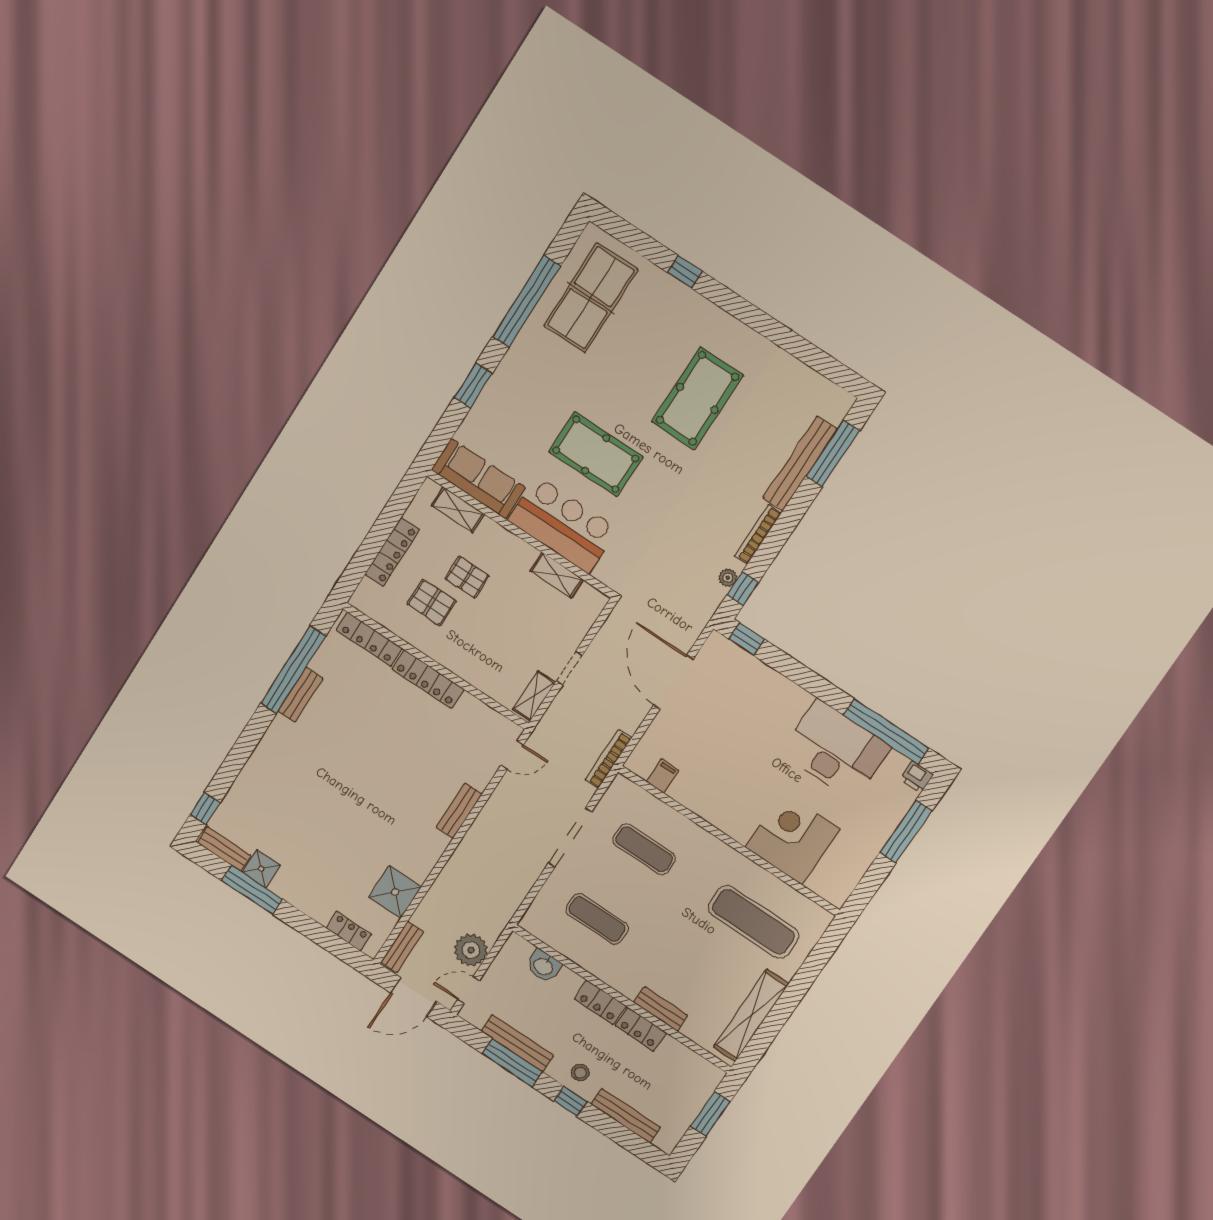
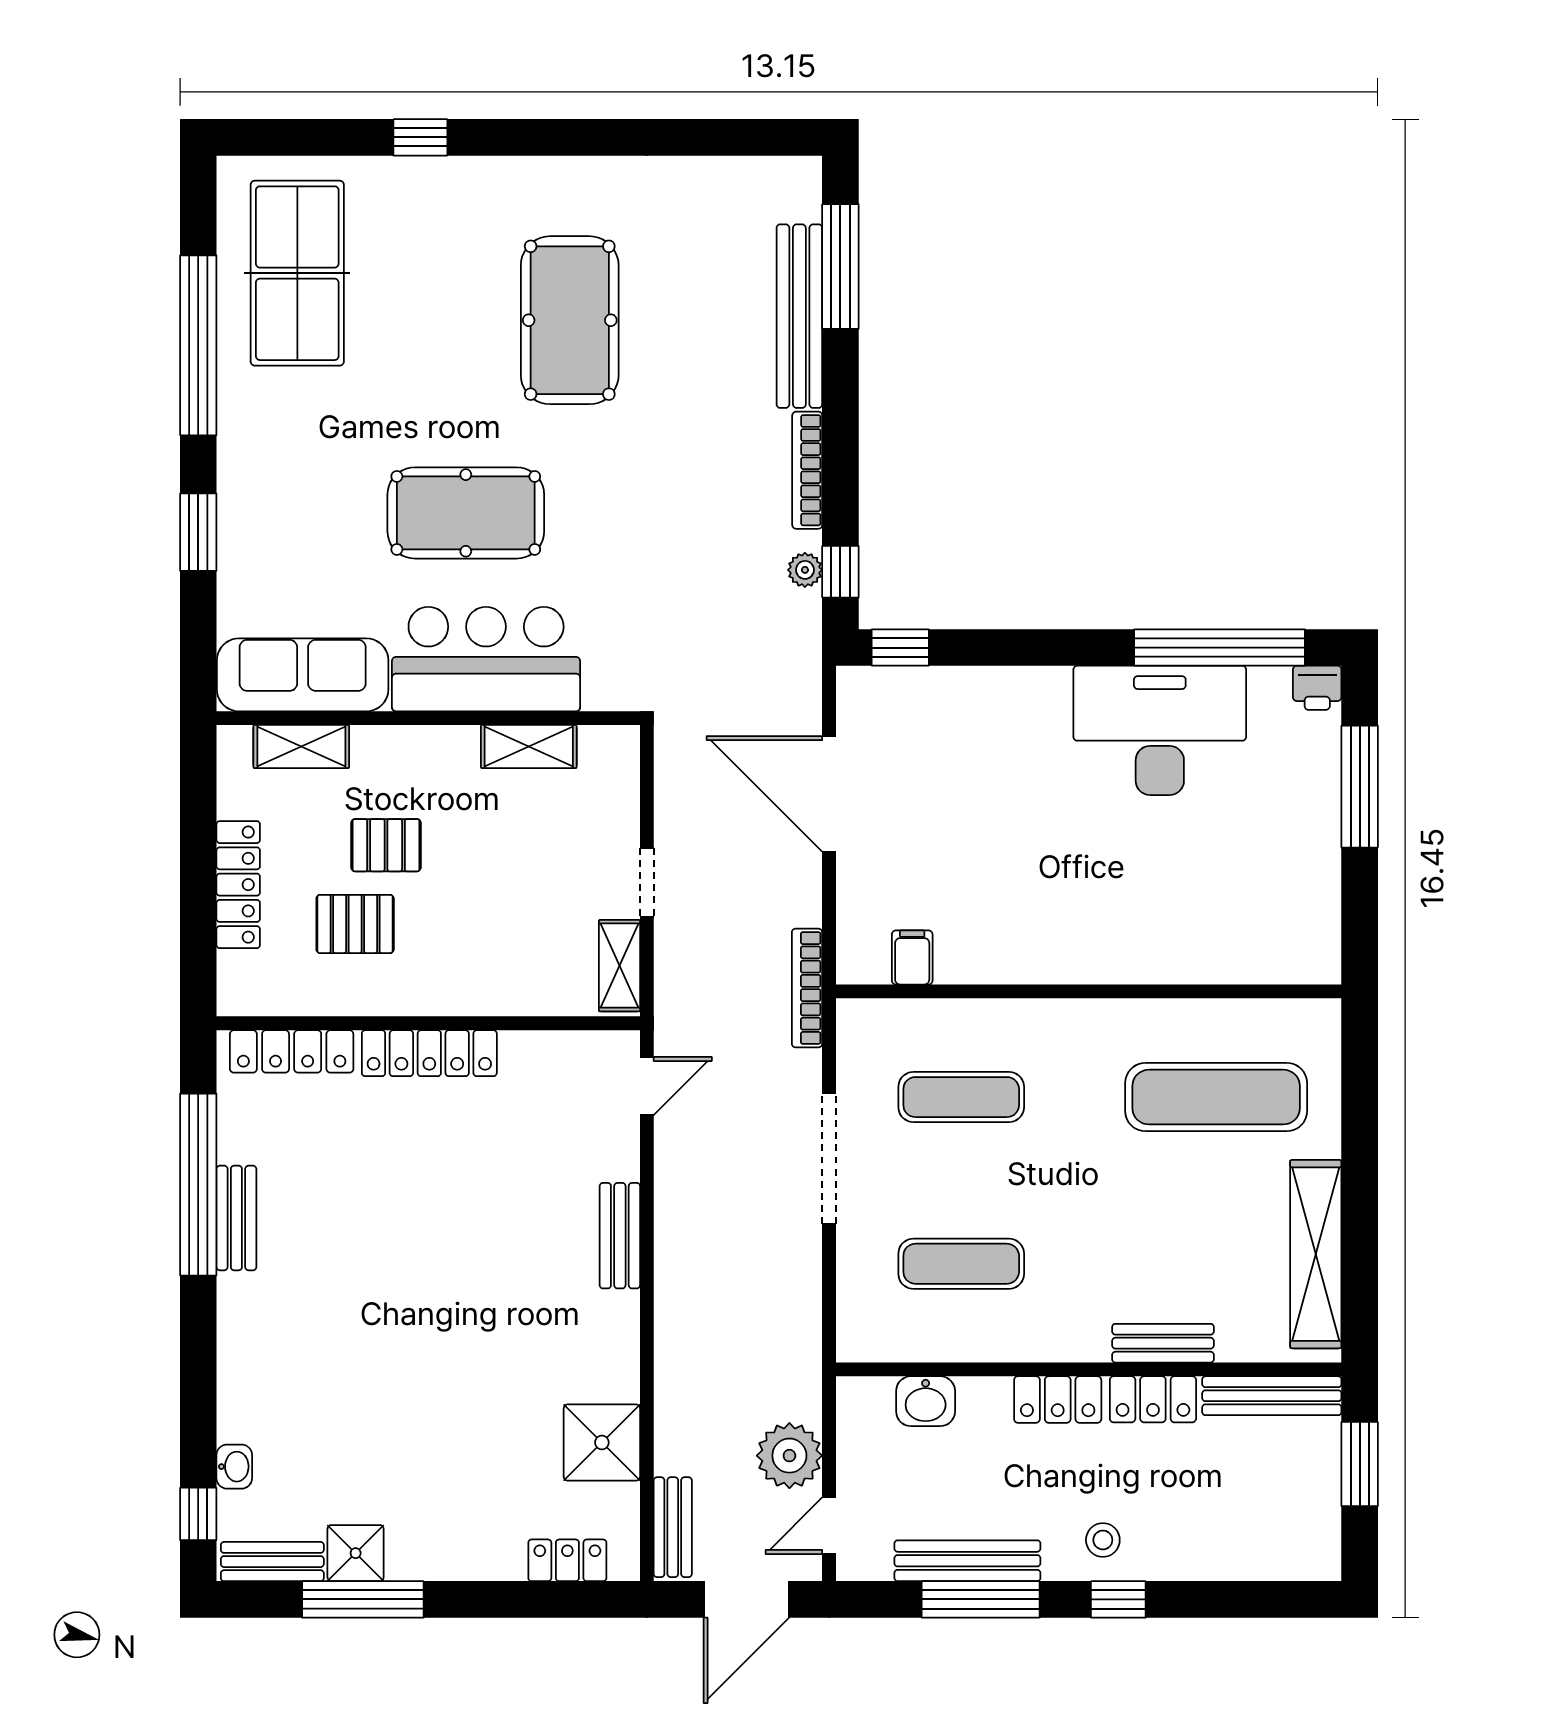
washbasin: (233, 799) -> (234, 1467), added
corner desk: (793, 838) -> (1188, 919), removed
bench: (626, 1116) -> (1272, 1396), moved

